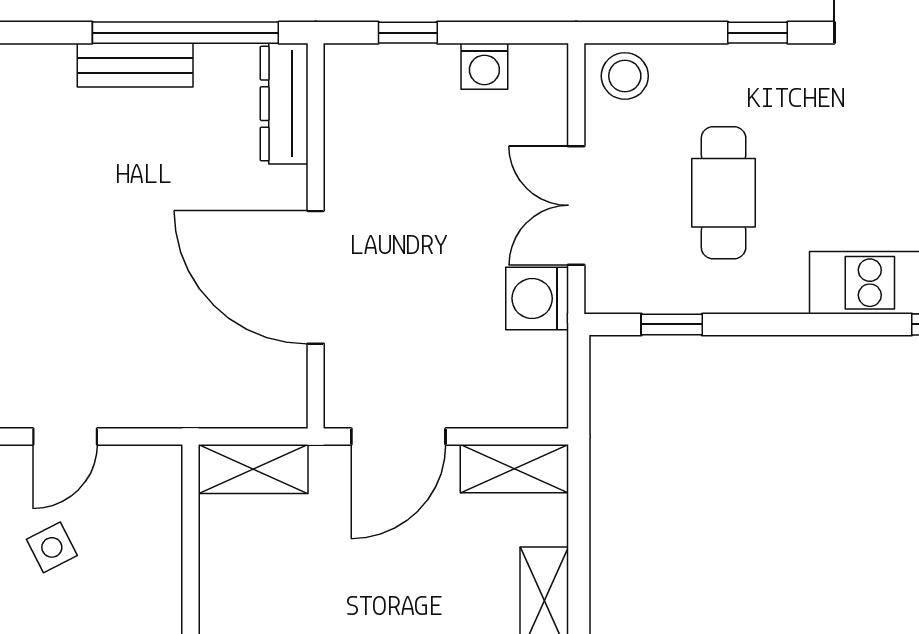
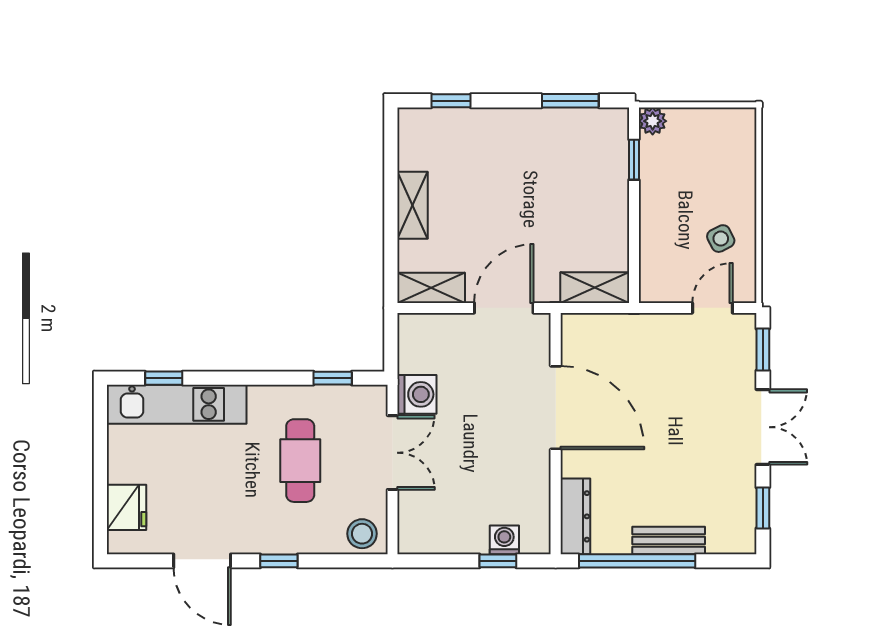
washing machine: (484, 66) -> (504, 540), moved

